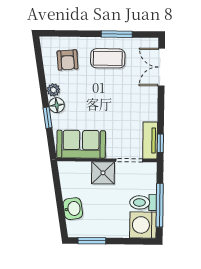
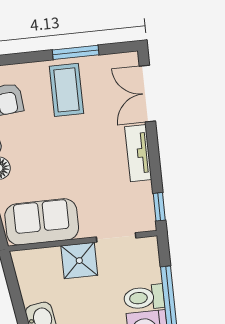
coffee table: (108, 58) -> (66, 90), turned 90
tv unit: (150, 140) -> (138, 153), moved

